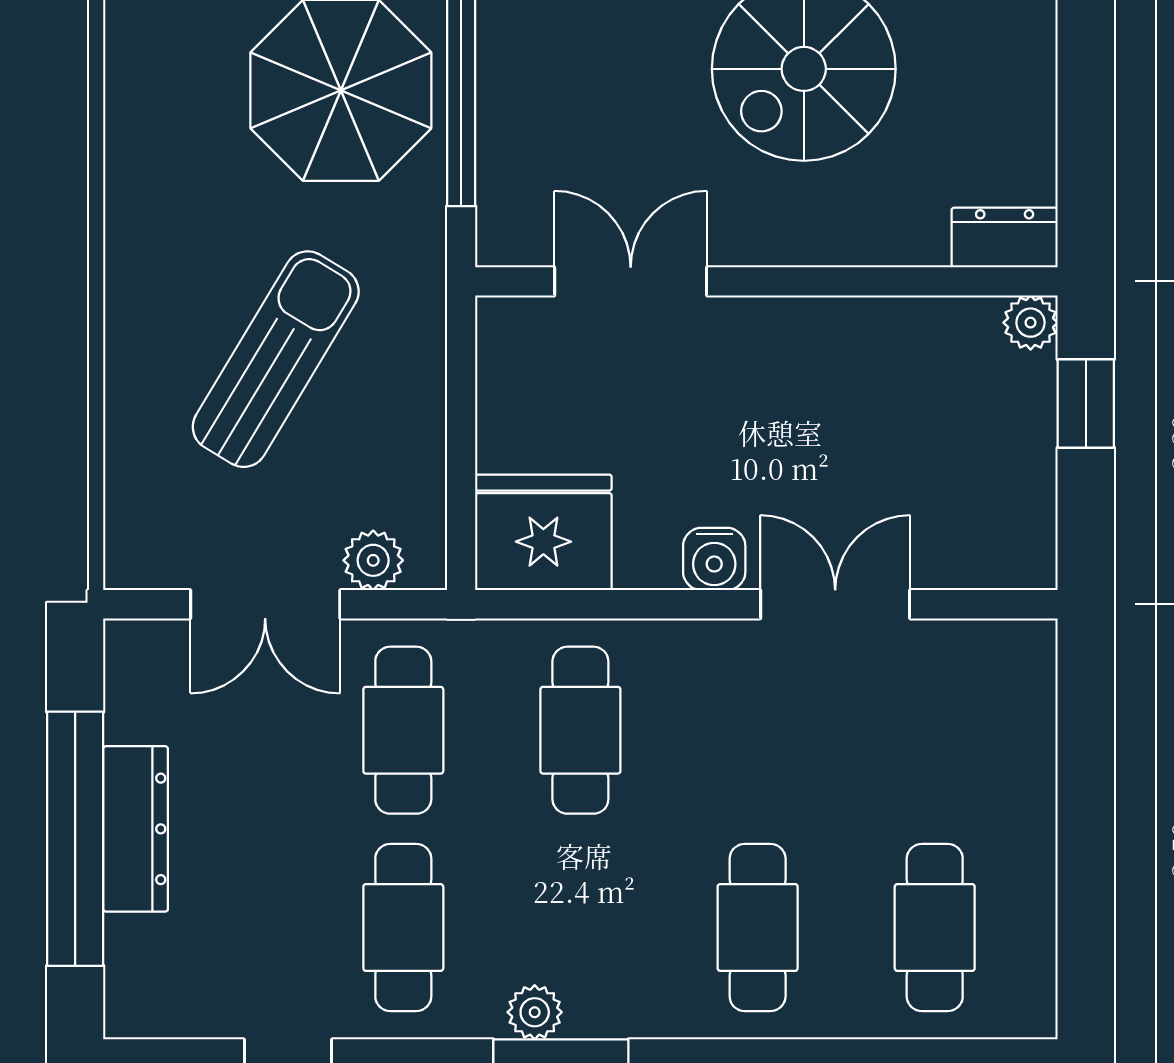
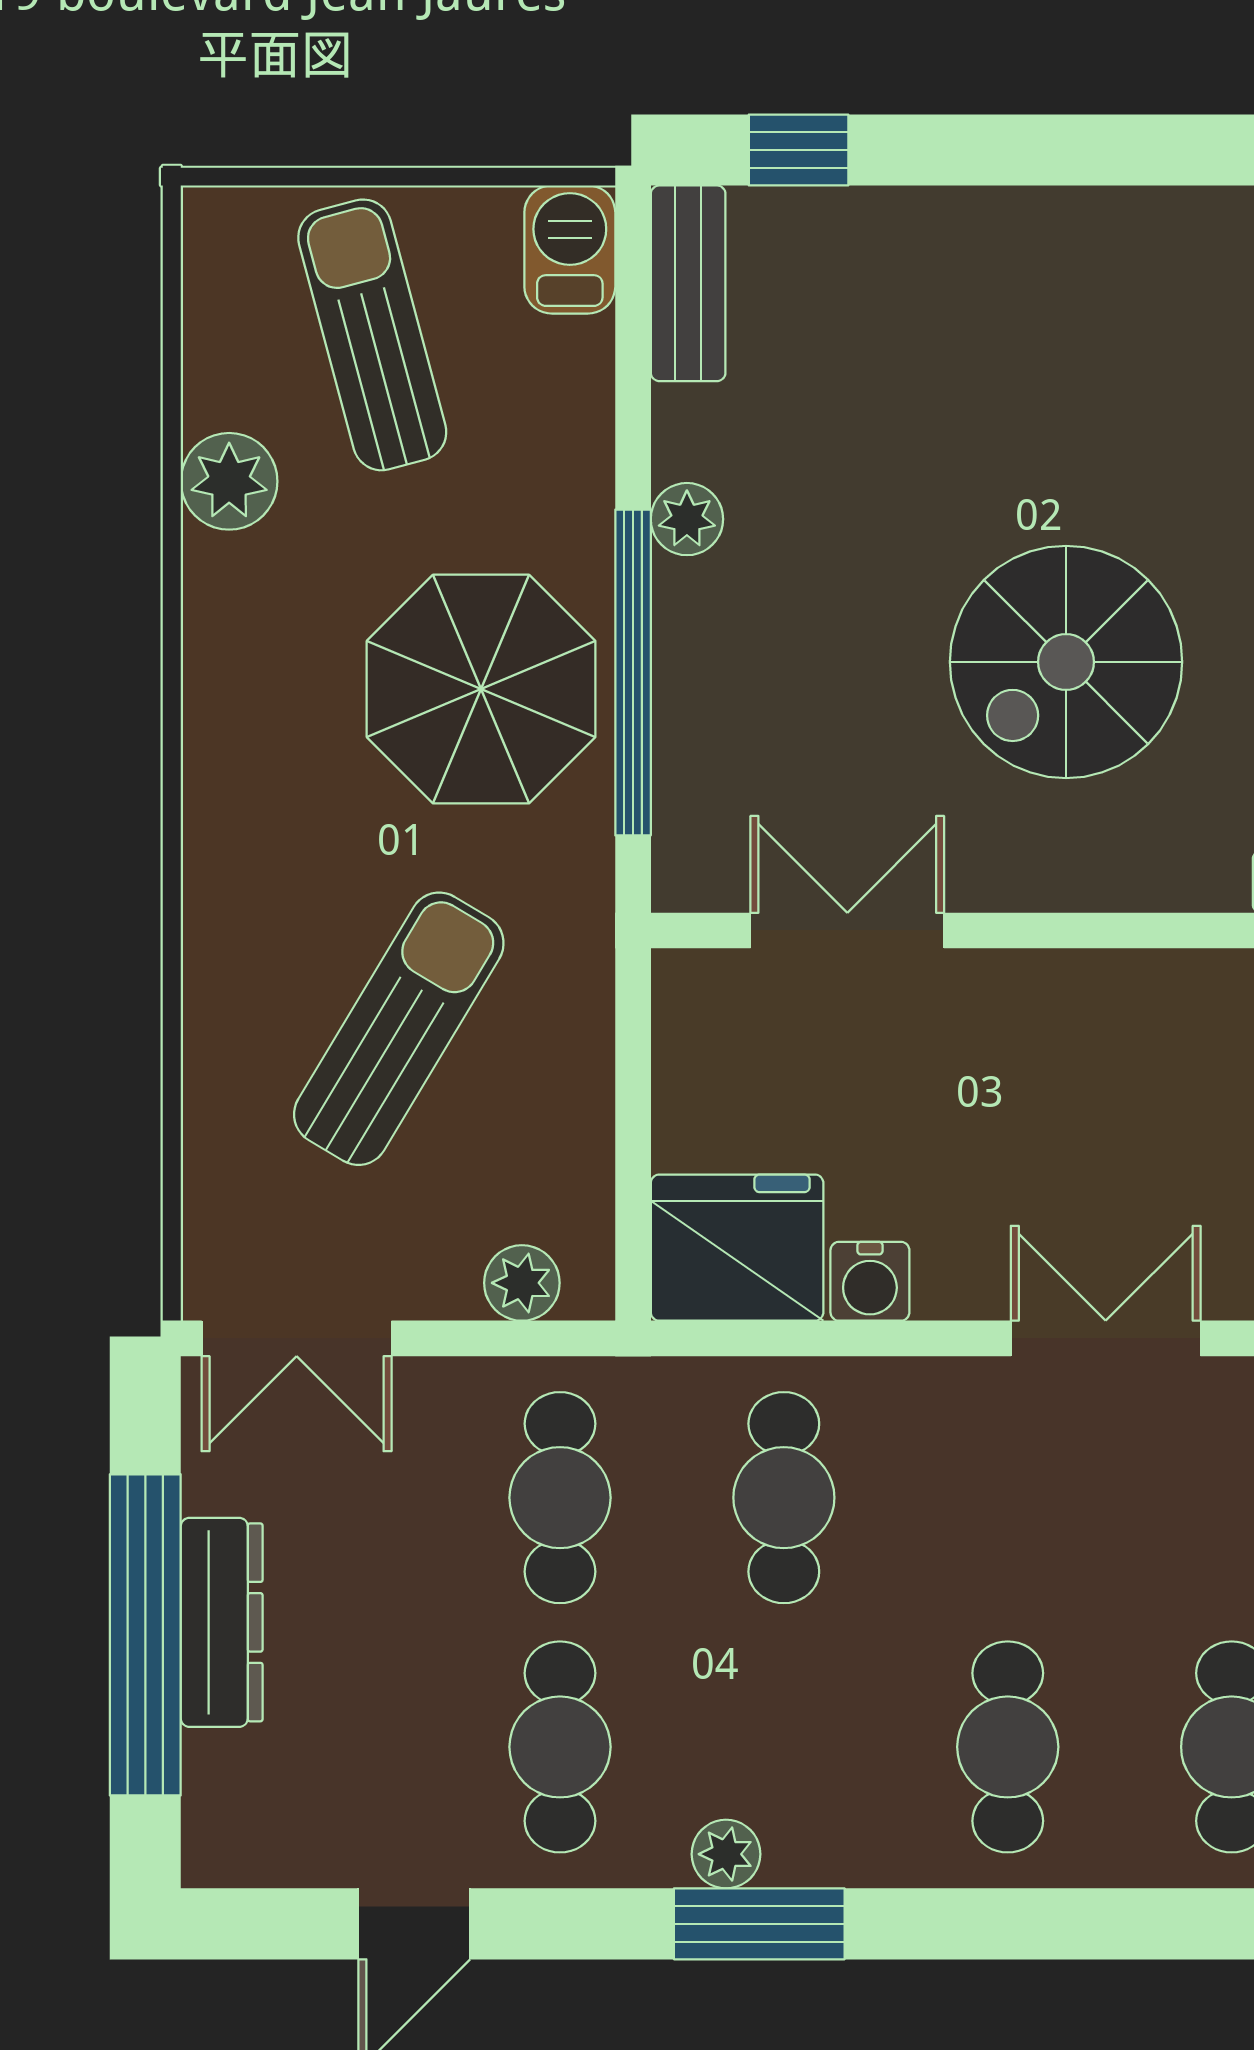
water cooler: (714, 559) -> (870, 1281), moved
double door: (265, 604) -> (297, 1338), moved

